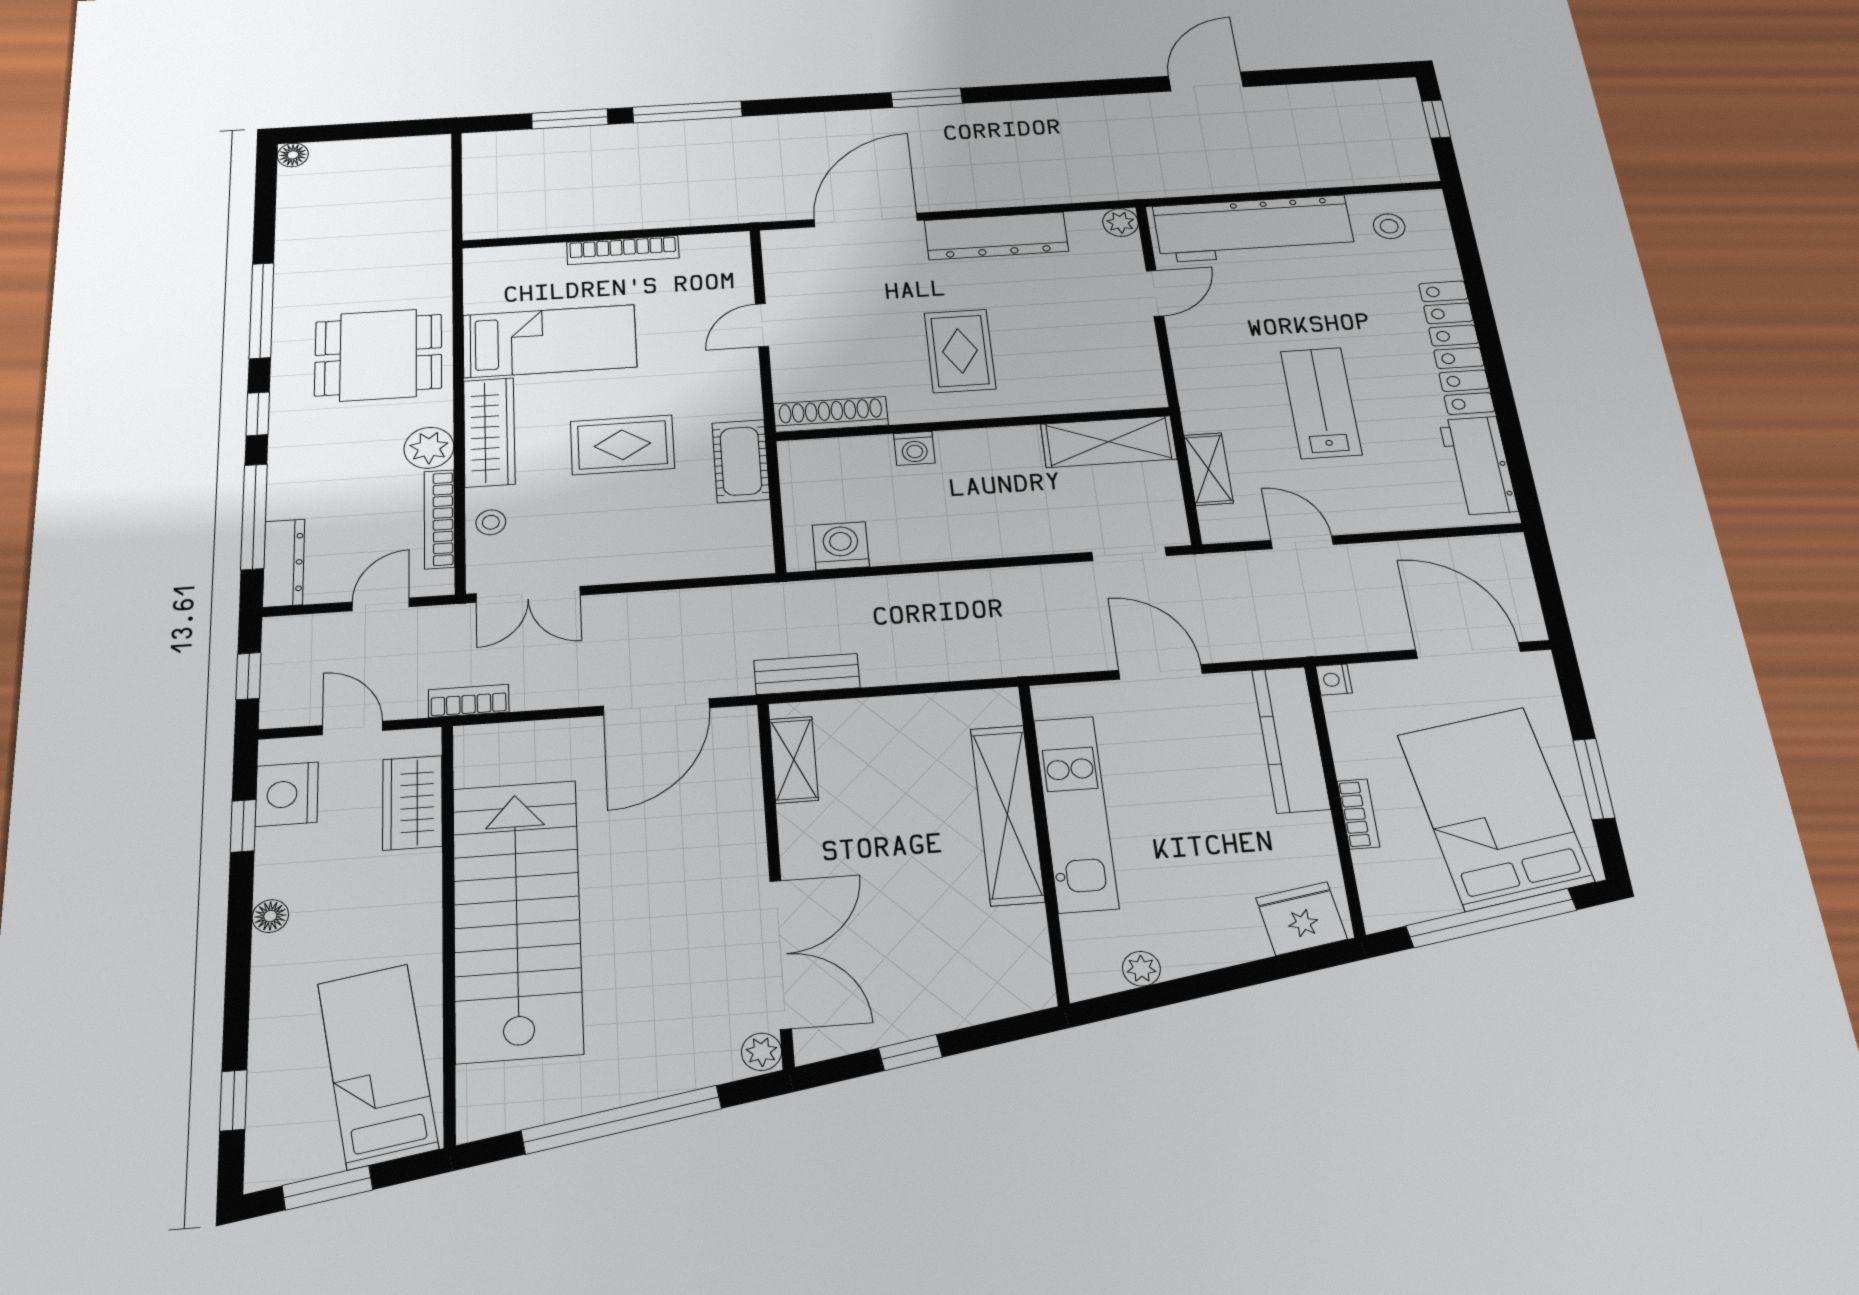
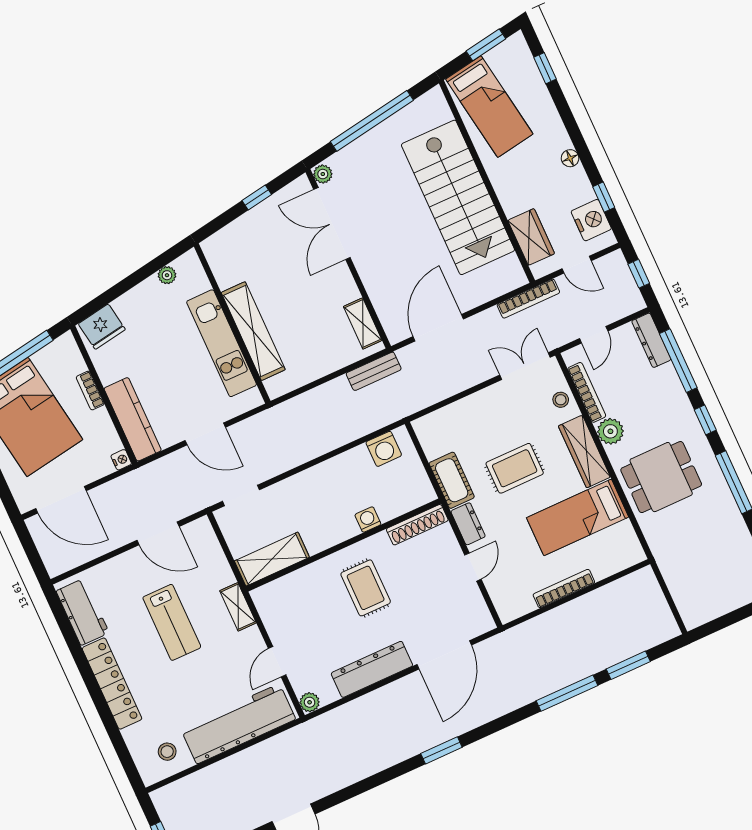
dresser: (742, 389) -> (468, 524), added
shelving: (1208, 469) -> (238, 607), moved
door: (1302, 542) -> (158, 533), width x1.38
bookcase: (469, 701) -> (528, 299), width x1.56

